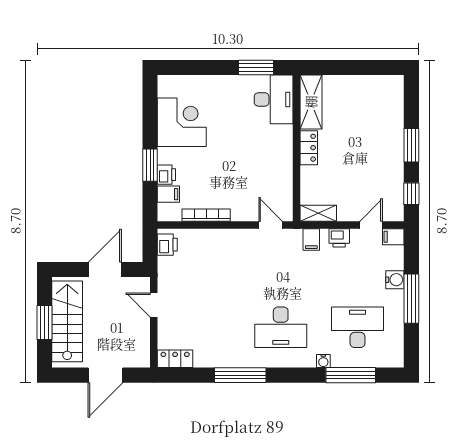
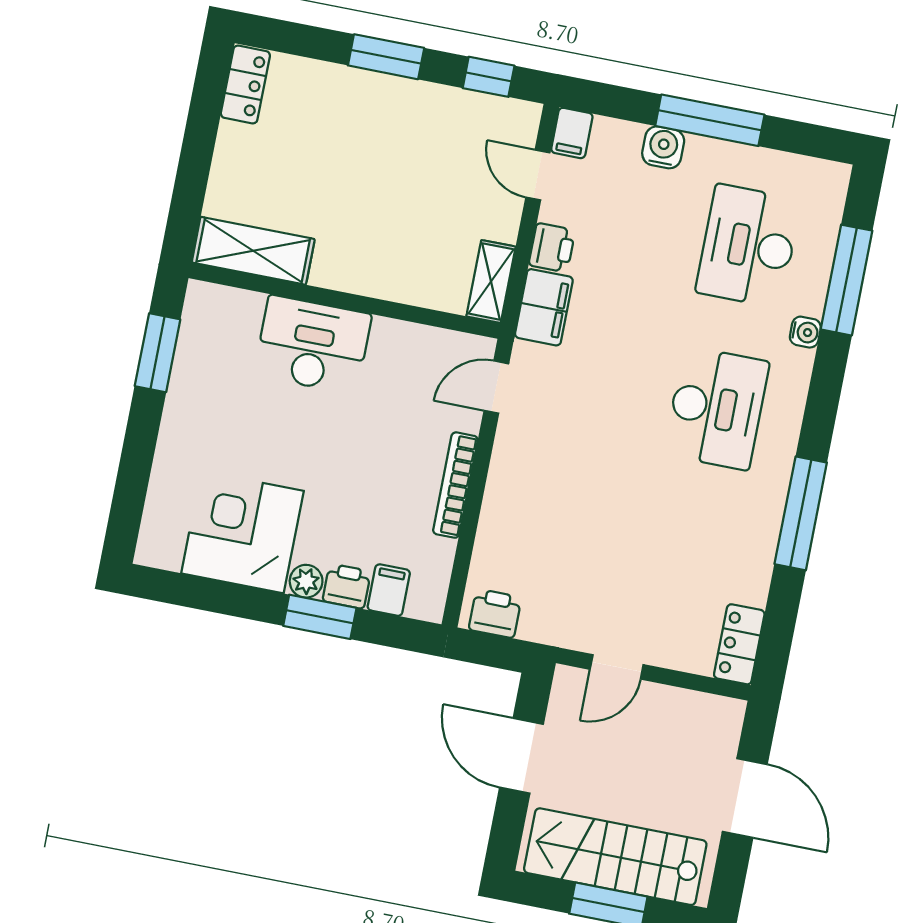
desk: (274, 99) -> (313, 345), moved
locker: (309, 148) -> (245, 85), moved, turned 90
plant: (165, 156) -> (306, 581), added
bookcase: (206, 215) -> (455, 485), moved
filing cabinet: (311, 240) -> (544, 307), width x2.00

